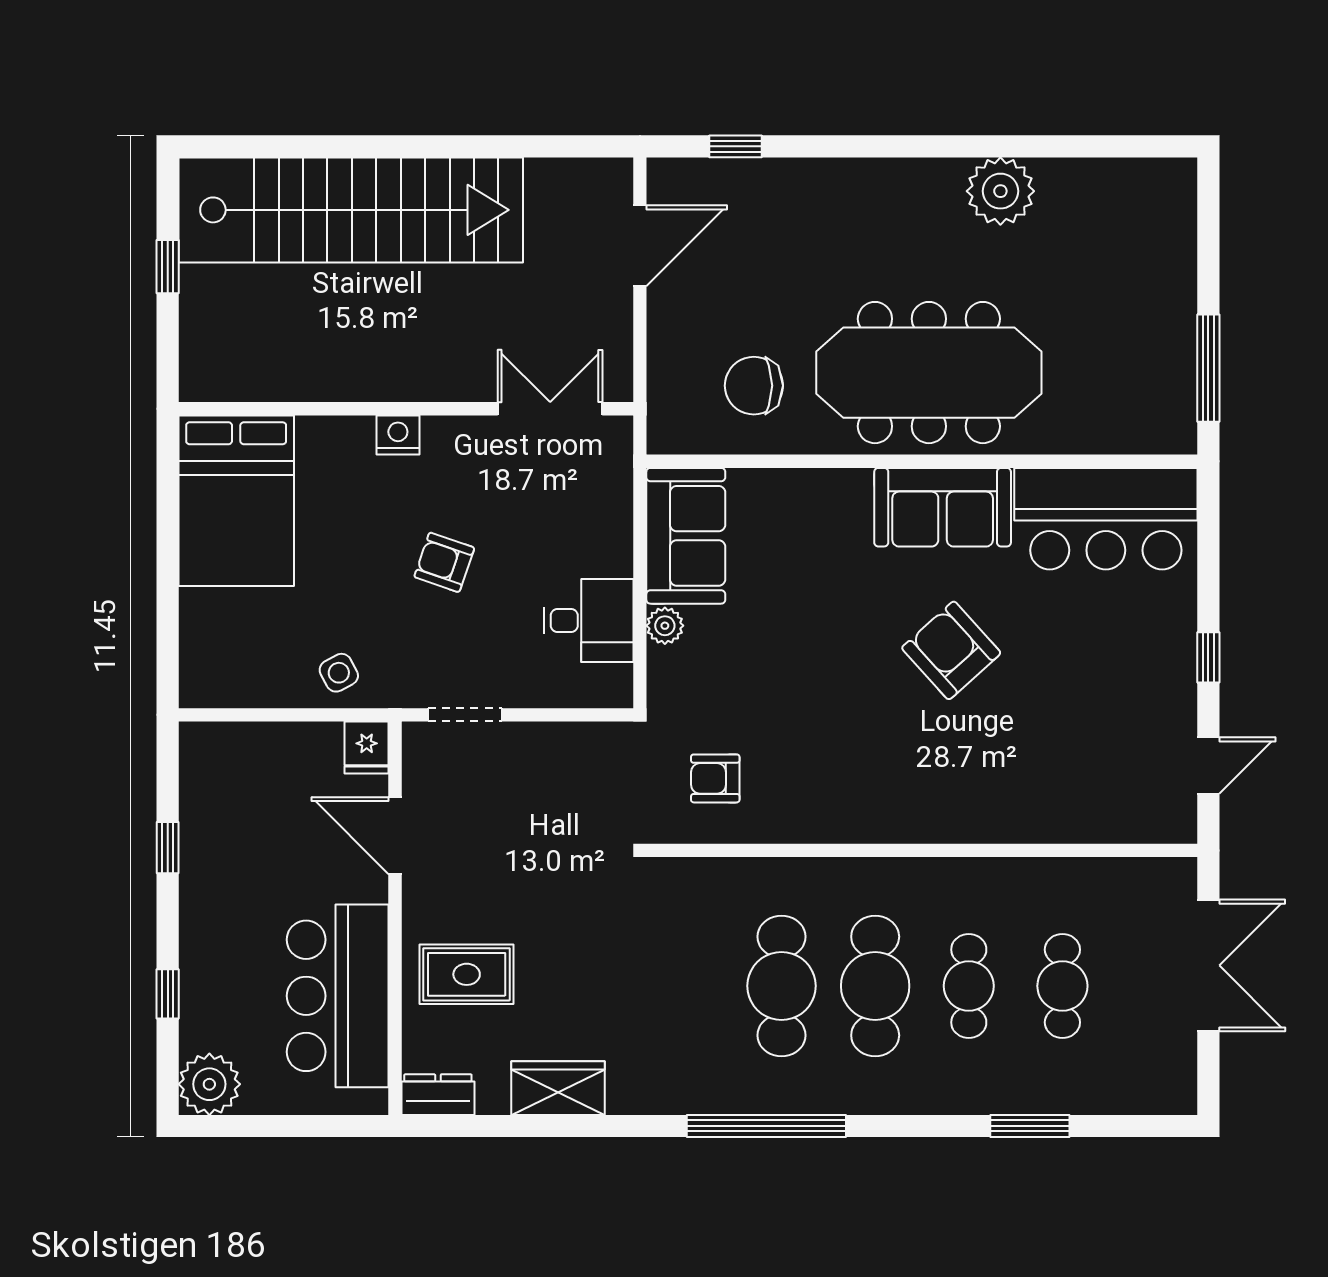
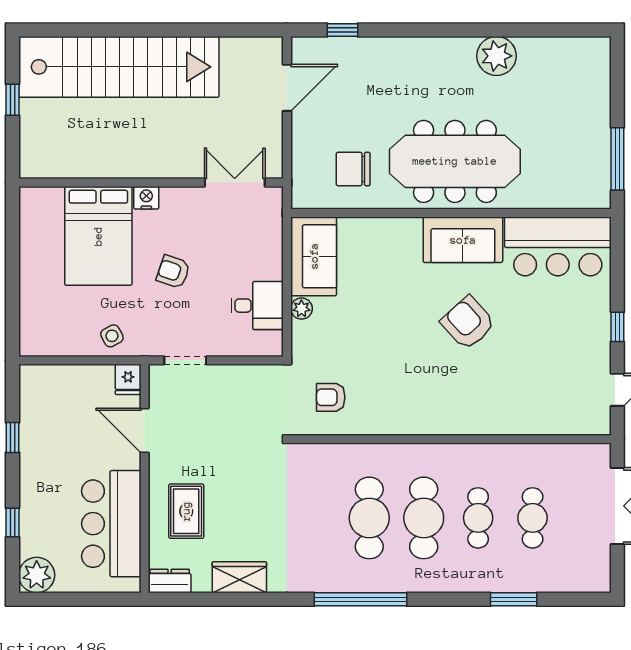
bed: (236, 501) -> (98, 236), moved
rug: (467, 974) -> (186, 511), turned 90

